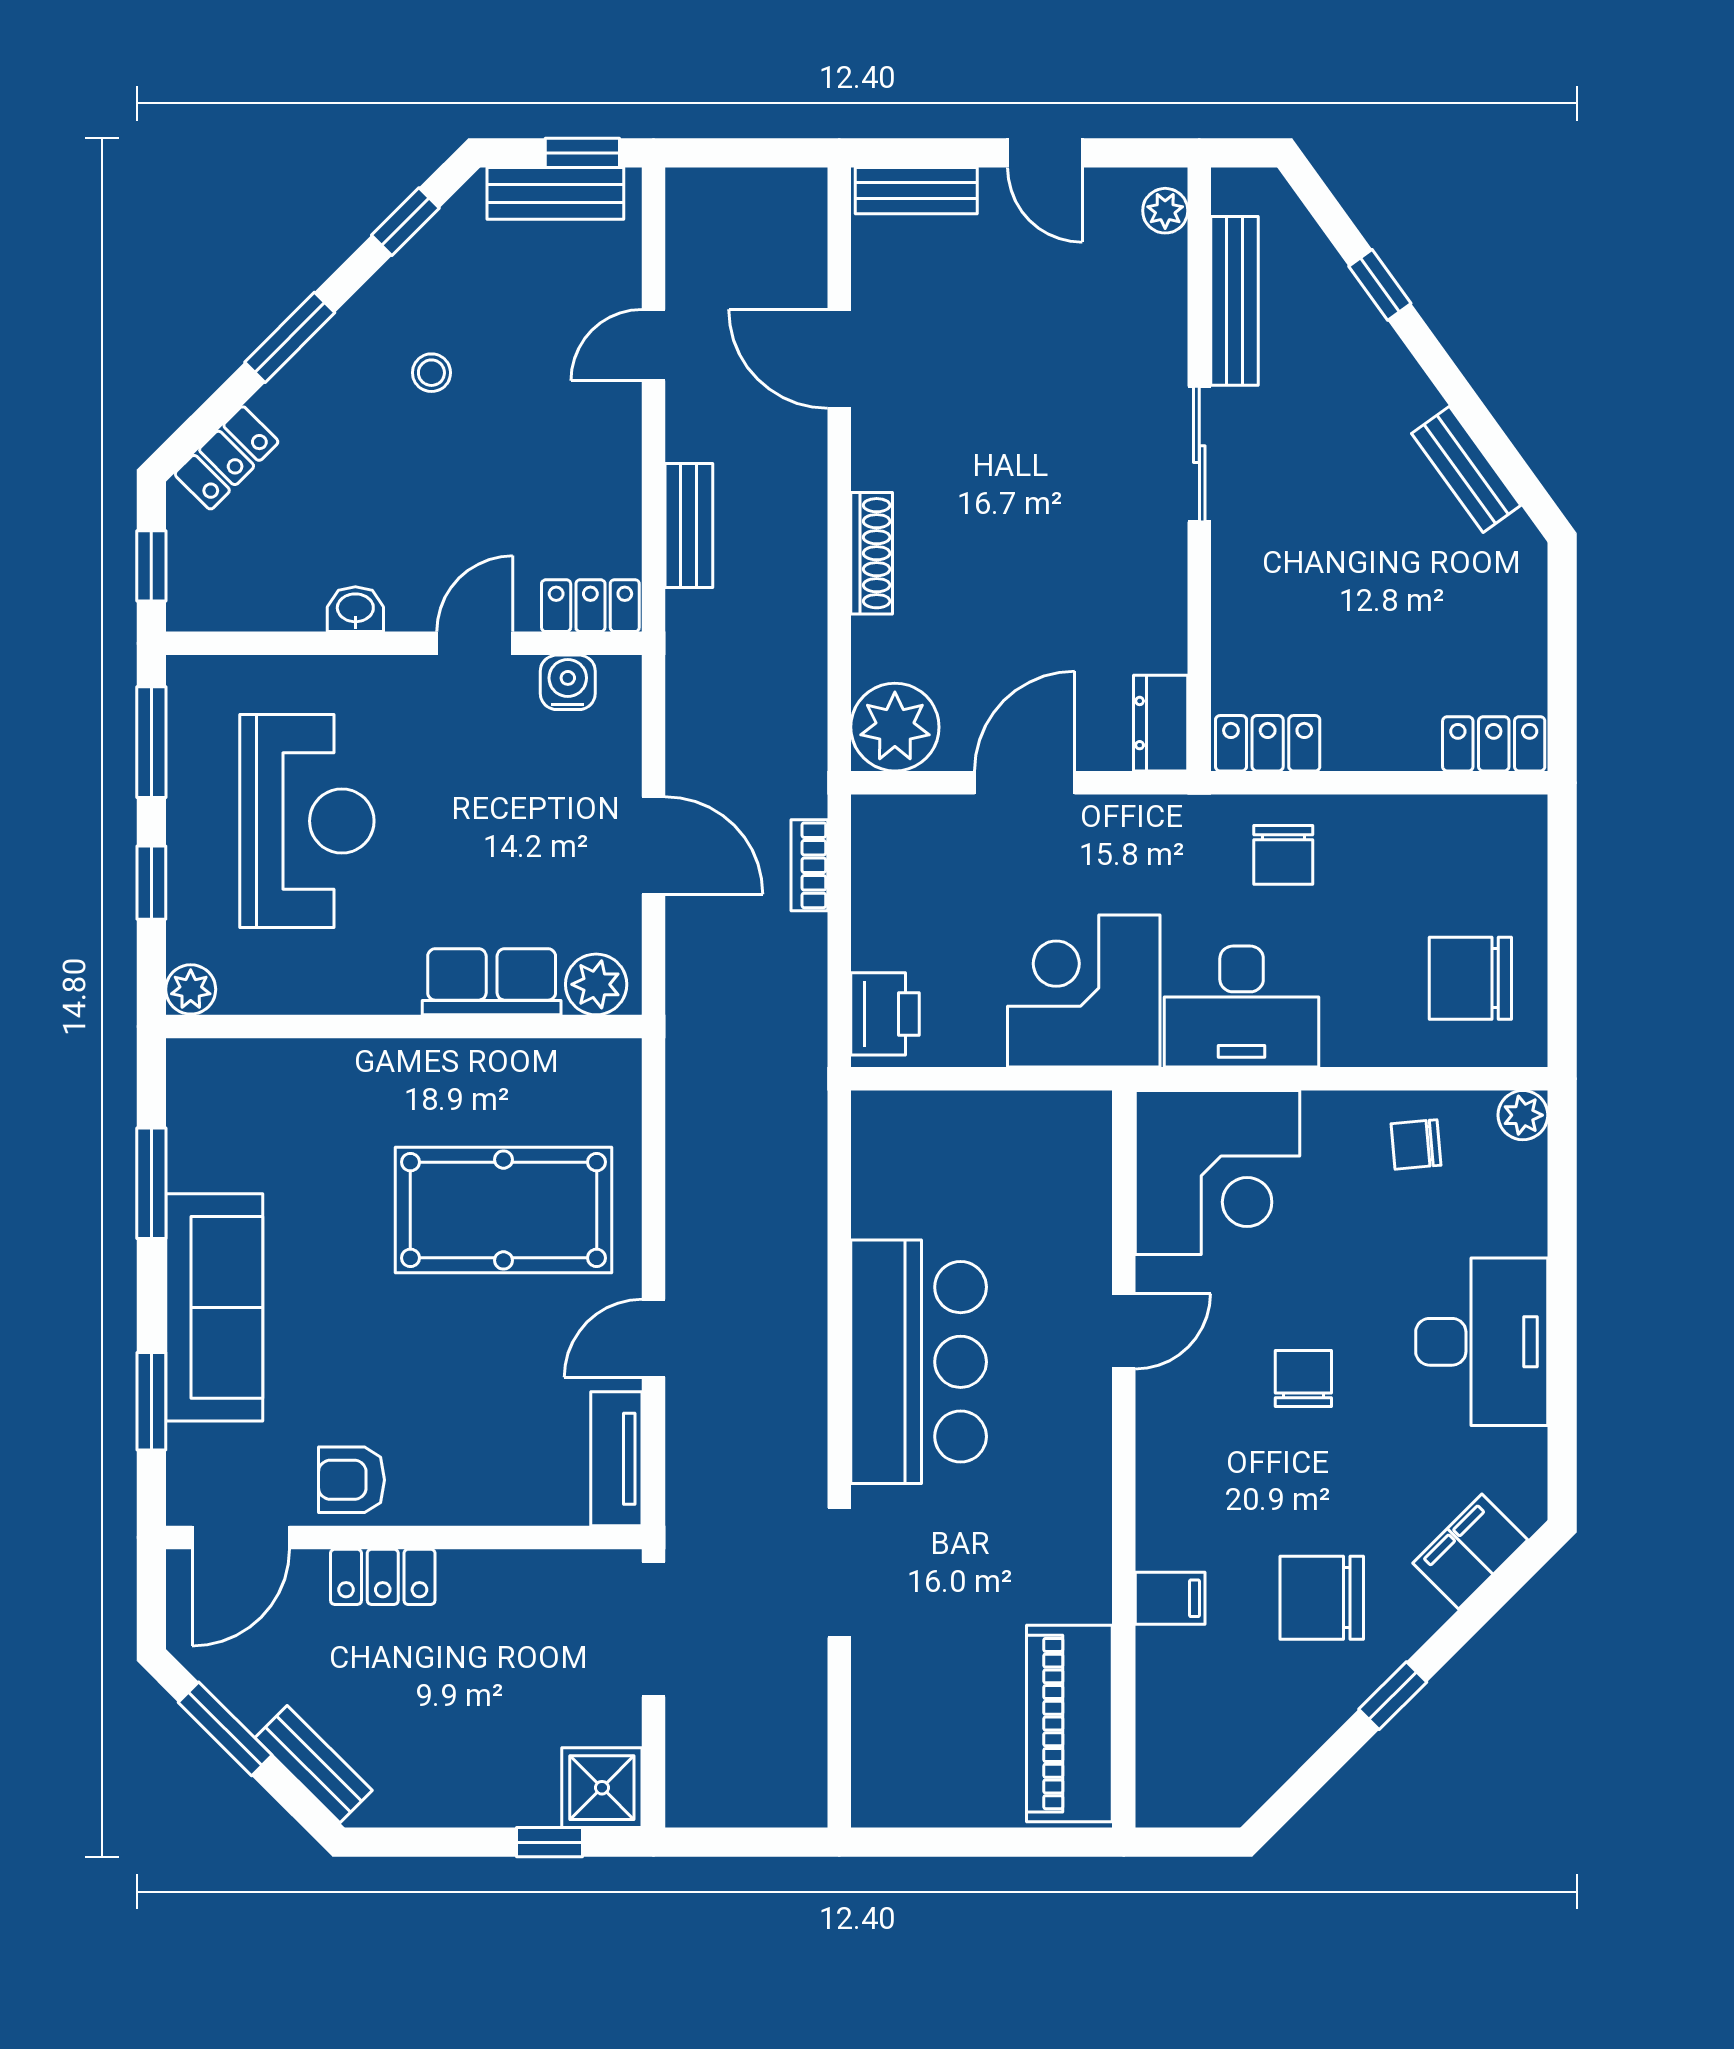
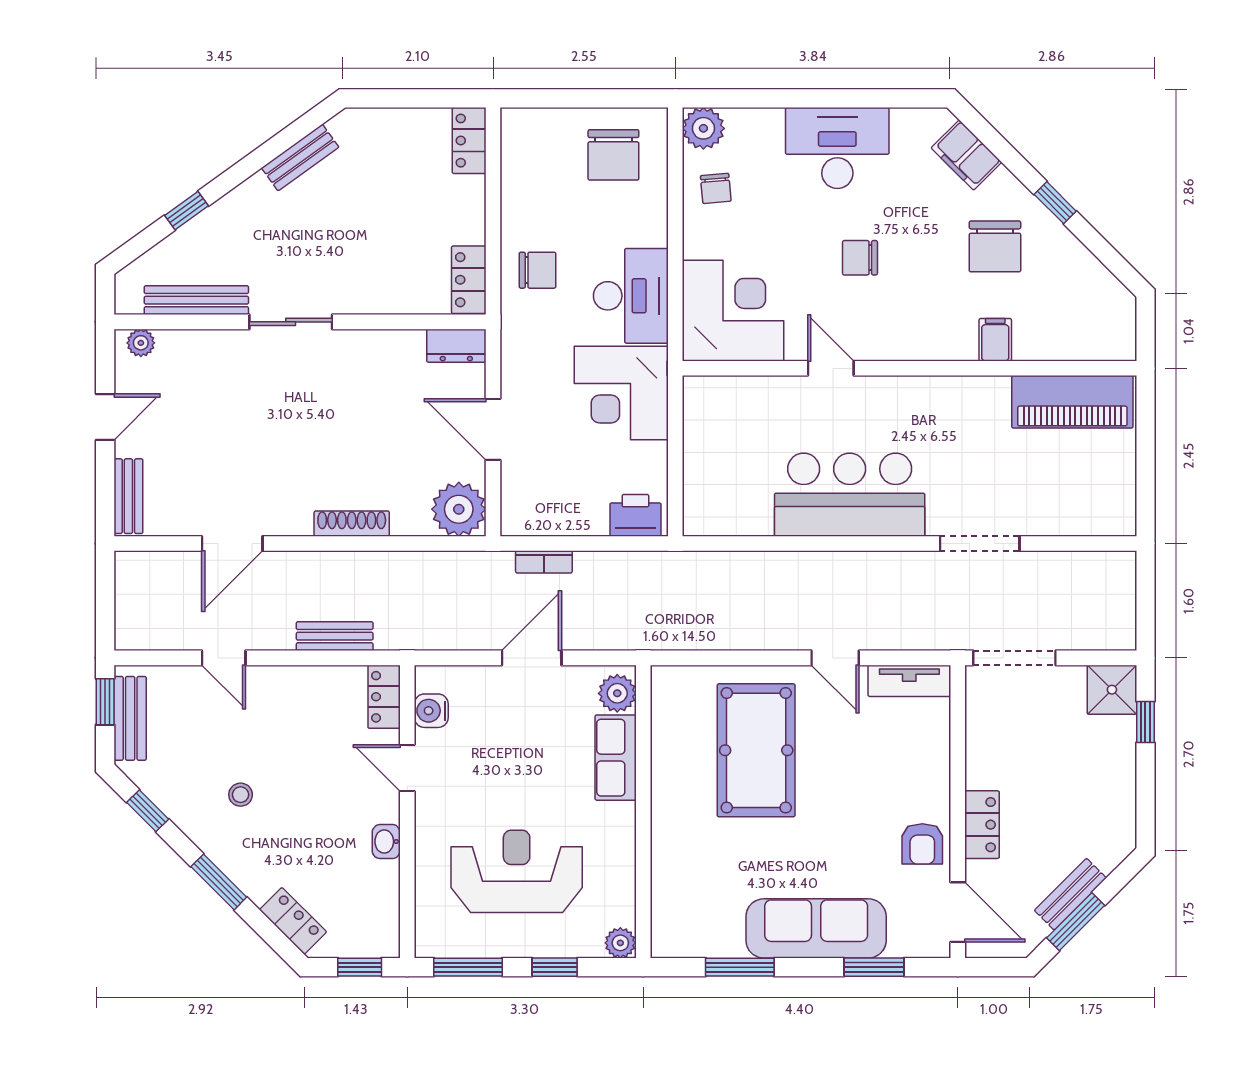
plant: (1523, 1115) -> (703, 128), width x1.38, depth x1.38
bench: (313, 1764) -> (1070, 894), moved

